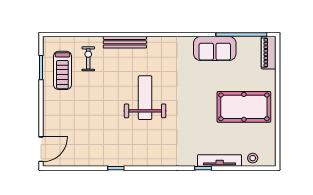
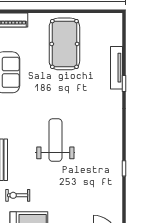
weight bench: (145, 98) -> (55, 140), turned 90
stool: (253, 158) -> (114, 35), removed

